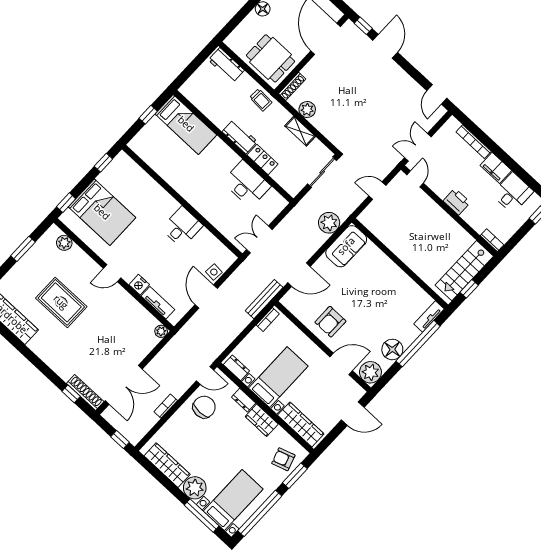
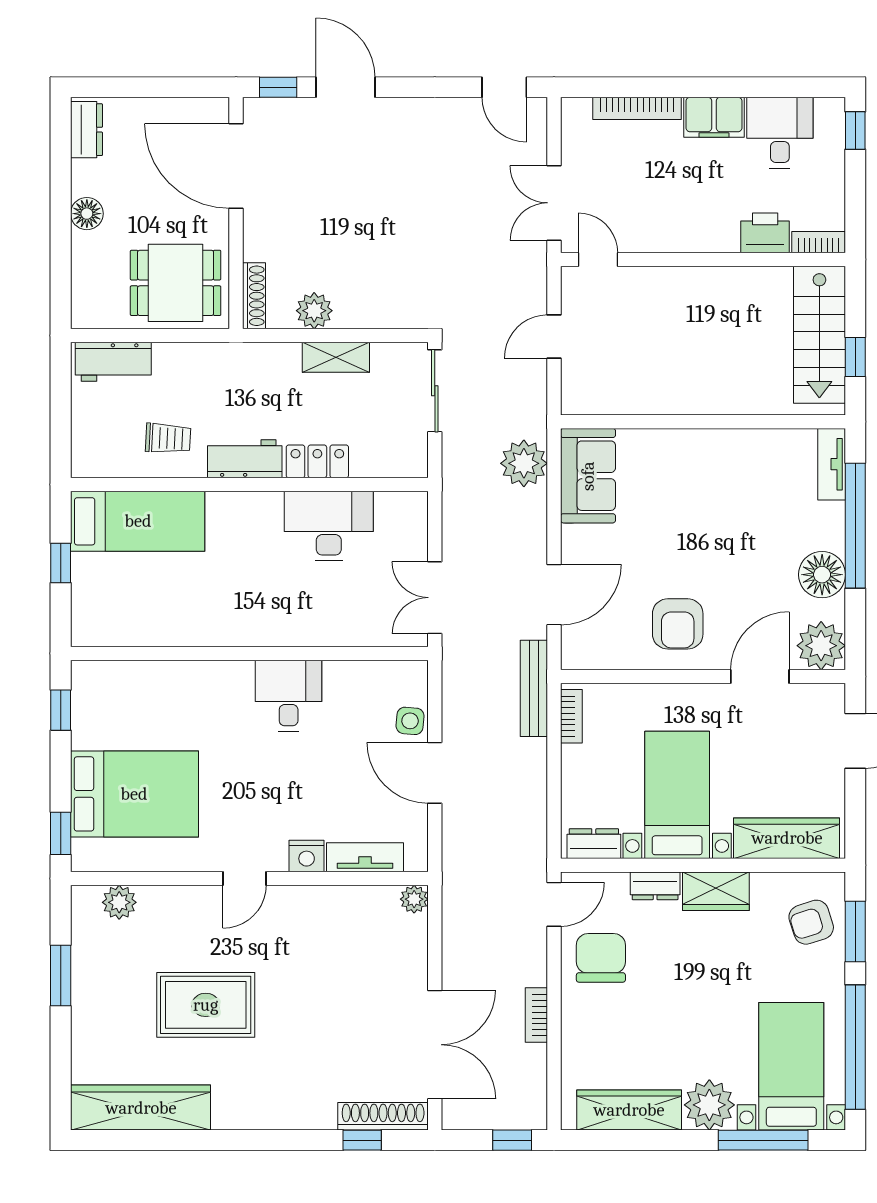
trolley: (261, 100) -> (168, 438), moved
printer: (457, 202) -> (765, 233), moved

